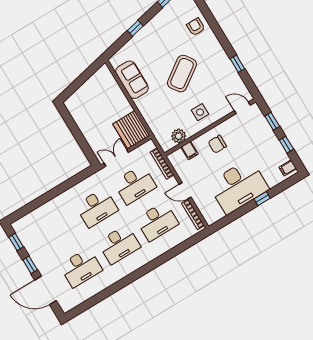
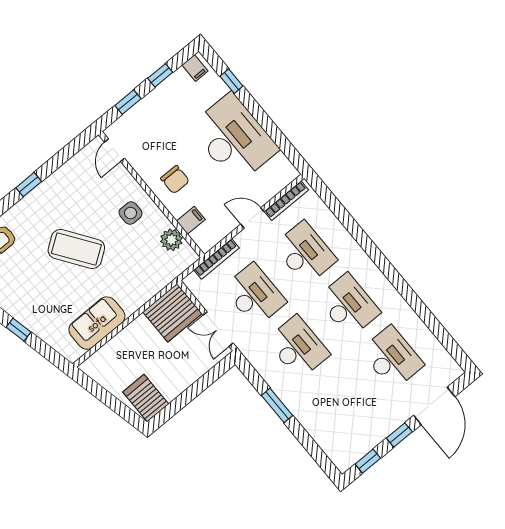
window: (237, 64) -> (29, 185), moved
server rack: (79, 104) -> (146, 398), added
window: (61, 188) -> (277, 405), added
door: (185, 191) -> (252, 218), swing flipped
window: (262, 199) -> (231, 81), moved

